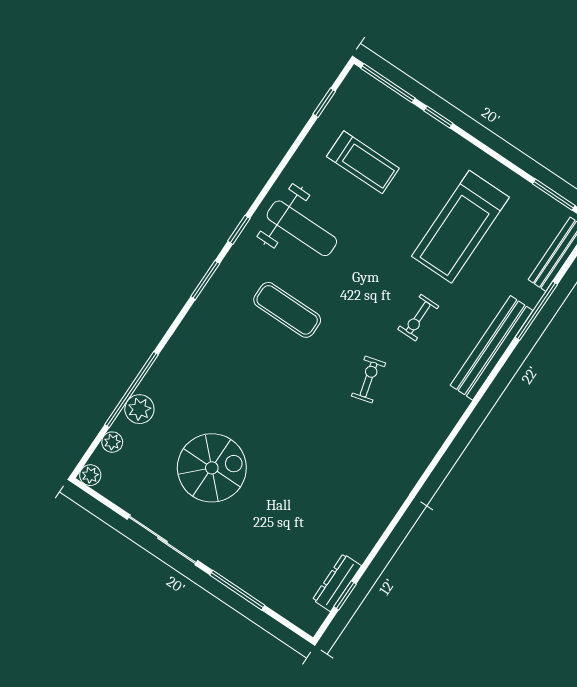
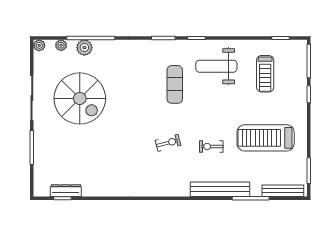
weight bench: (302, 228) -> (216, 66), turned 90
spiral stairs: (212, 468) -> (80, 98), width x1.37, depth x1.37

